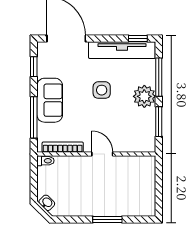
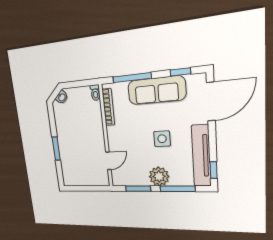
sofa: (50, 100) -> (156, 90), width x1.36
door: (102, 154) -> (108, 161), moved

